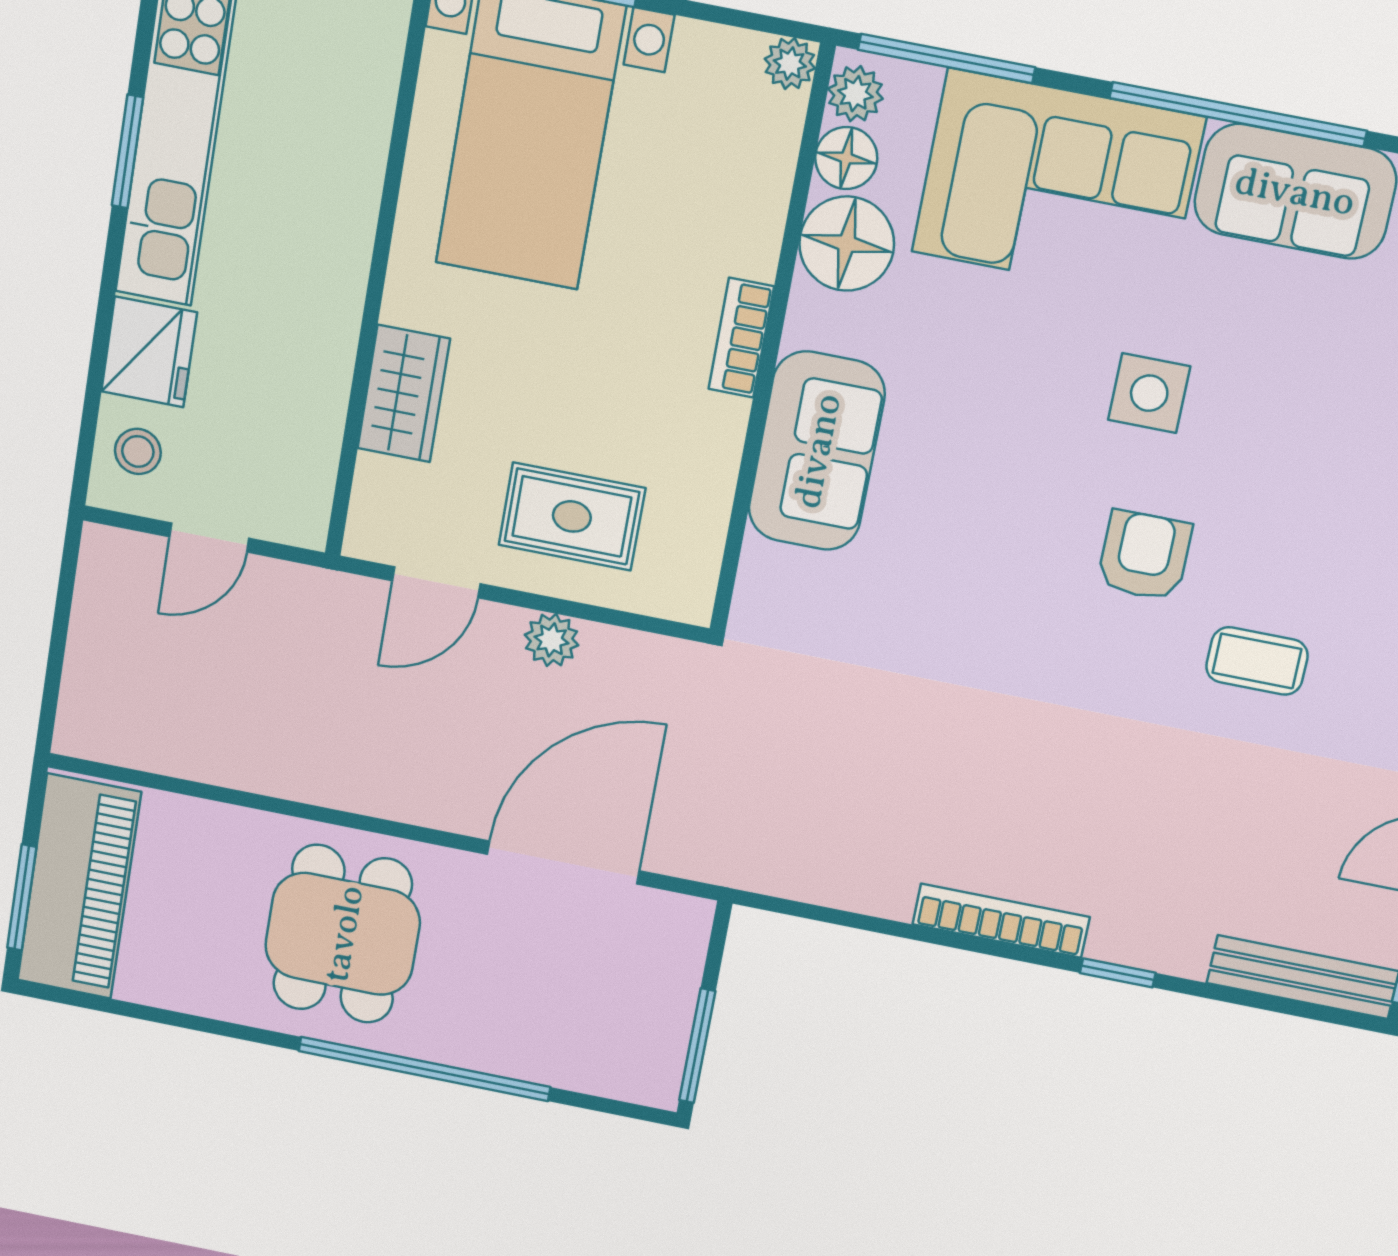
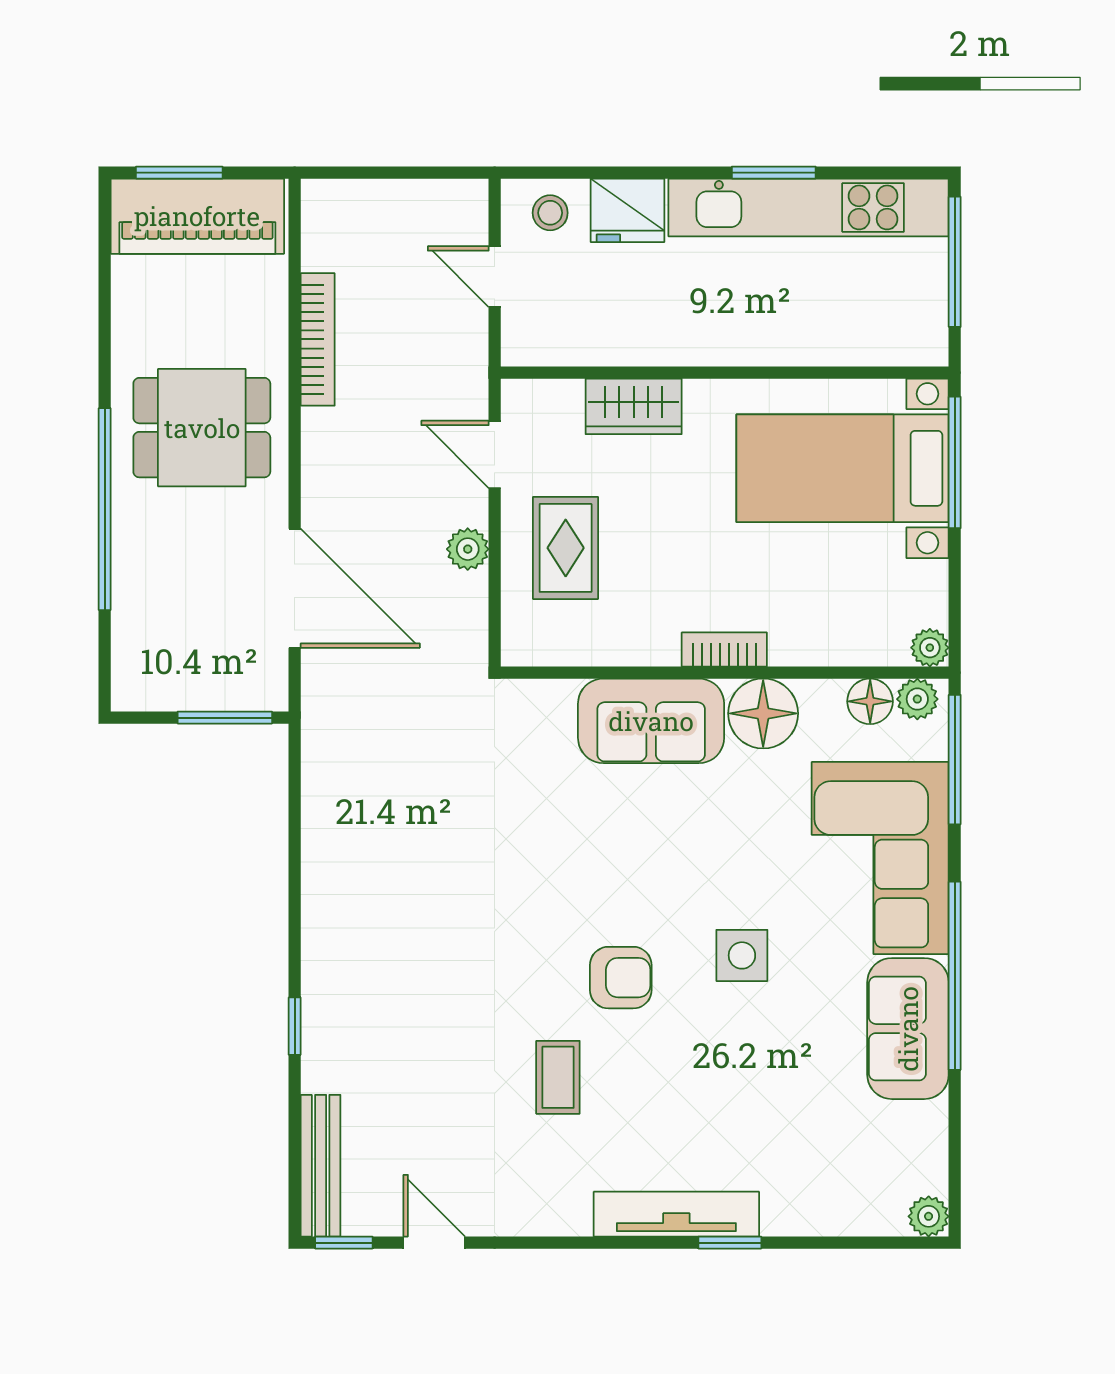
floor lamp: (847, 244) -> (763, 713), moved
bookcase: (1001, 921) -> (318, 339), moved
window: (697, 1046) -> (225, 718), moved

